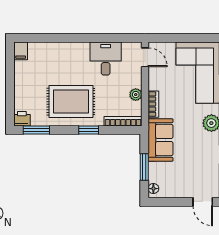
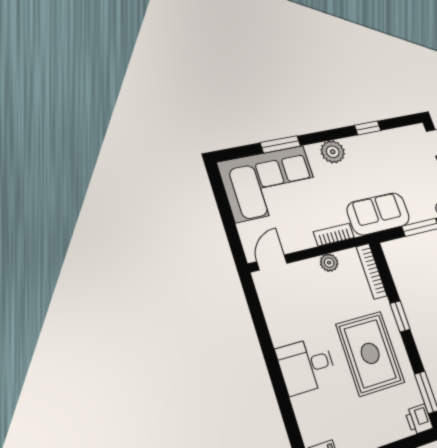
desk: (106, 58) -> (306, 365), moved

